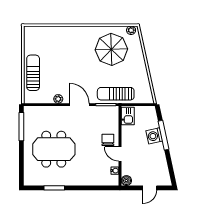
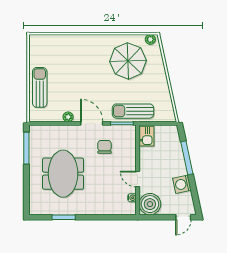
washing machine: (154, 136) -> (182, 184), moved
chair: (108, 140) -> (104, 147), moved
meeting table: (54, 149) -> (63, 174), turned 90
boiler: (126, 181) -> (150, 204), width x1.86, depth x1.86
door: (150, 188) -> (183, 217), moved

